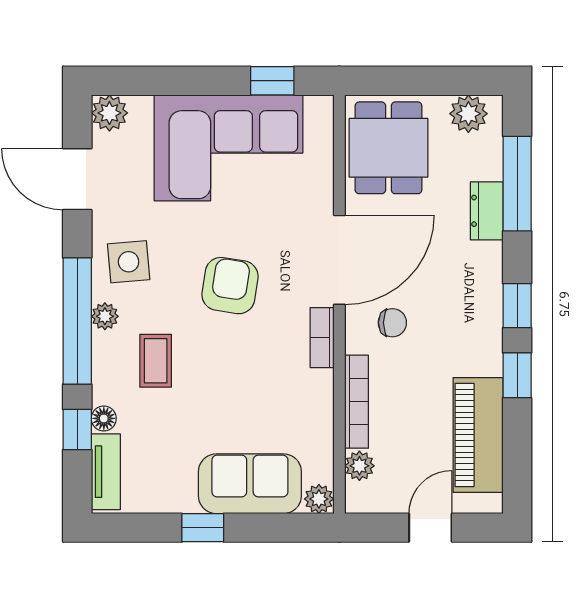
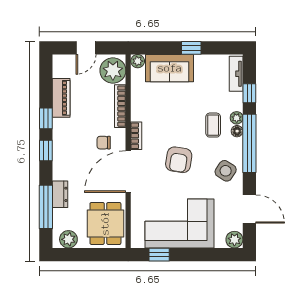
side table: (129, 262) -> (226, 171), turned 38
plant: (105, 316) -> (237, 118), moved
floor lamp: (104, 418) -> (237, 131), moved
piano: (478, 435) -> (61, 98), width x0.73, depth x0.75
plant: (359, 466) -> (113, 70), width x1.87, depth x1.87

